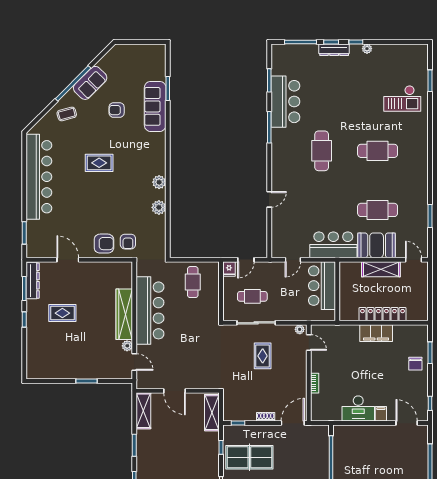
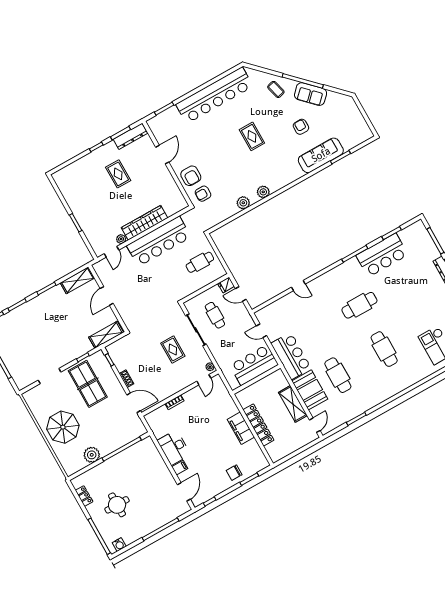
rug: (263, 356) -> (173, 350), turned 90

